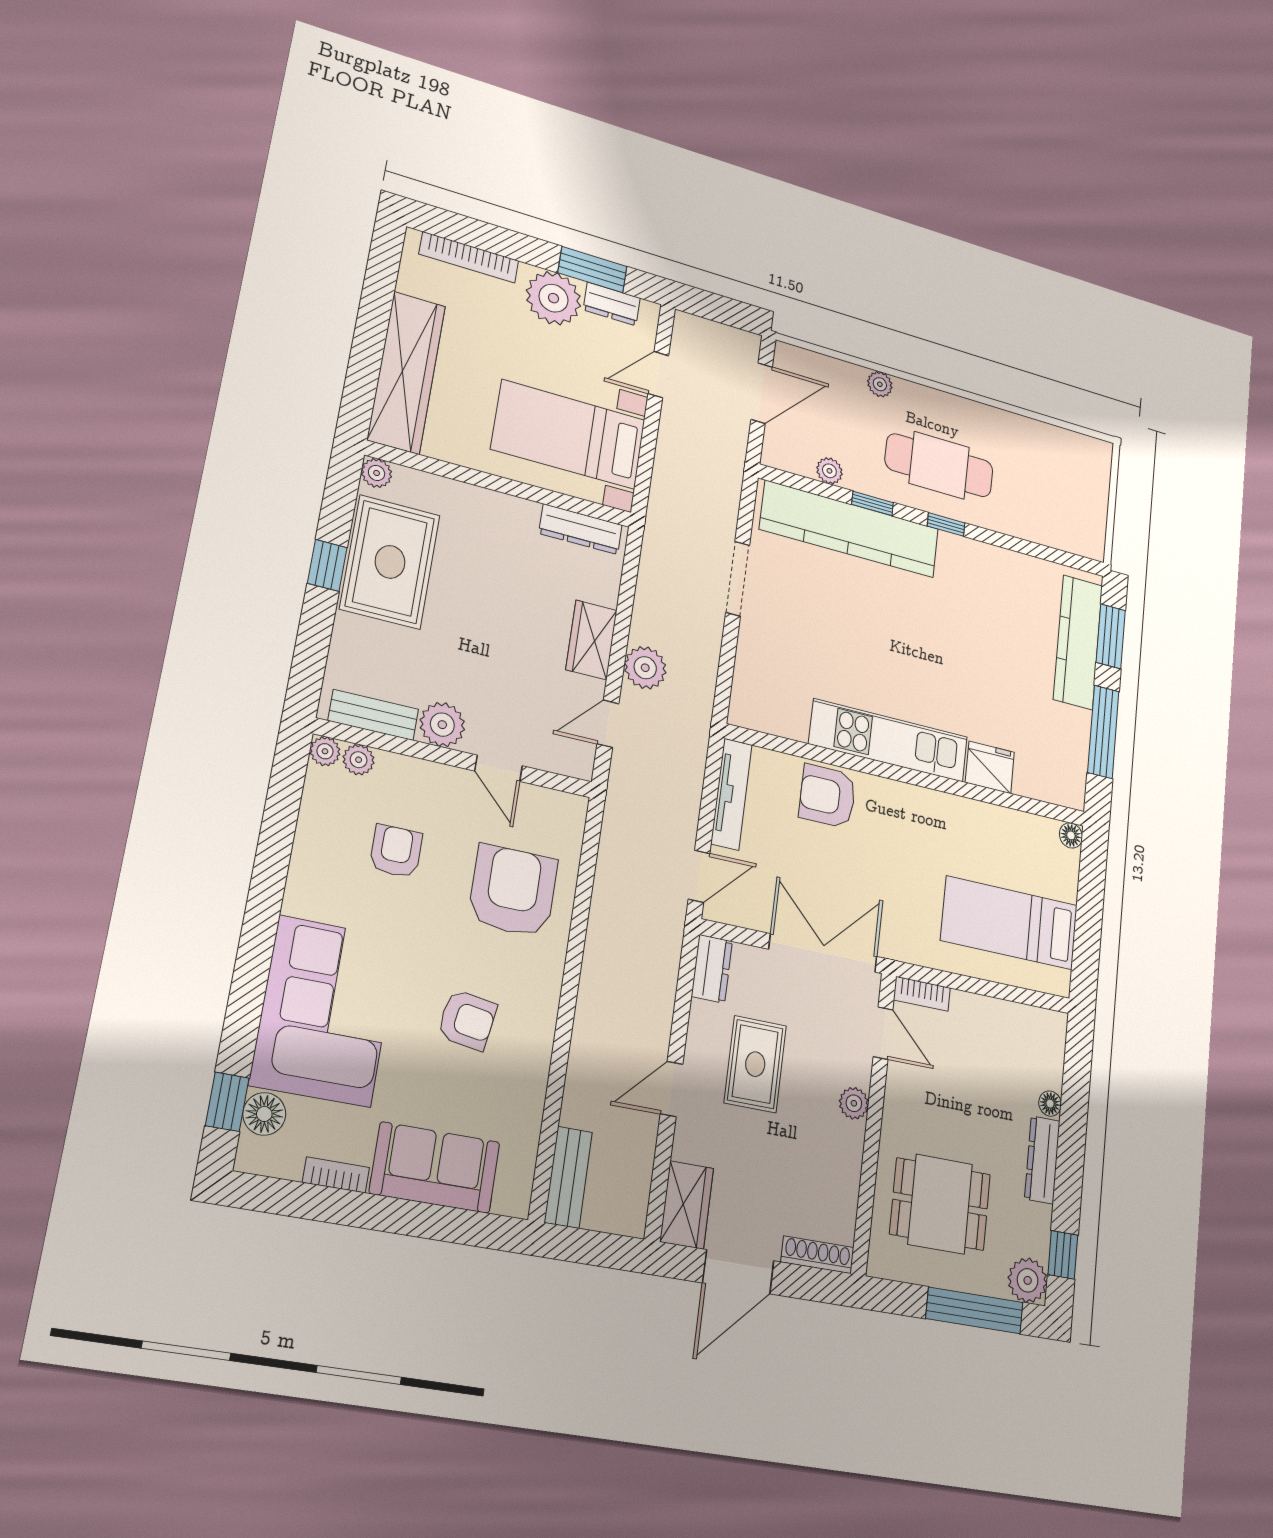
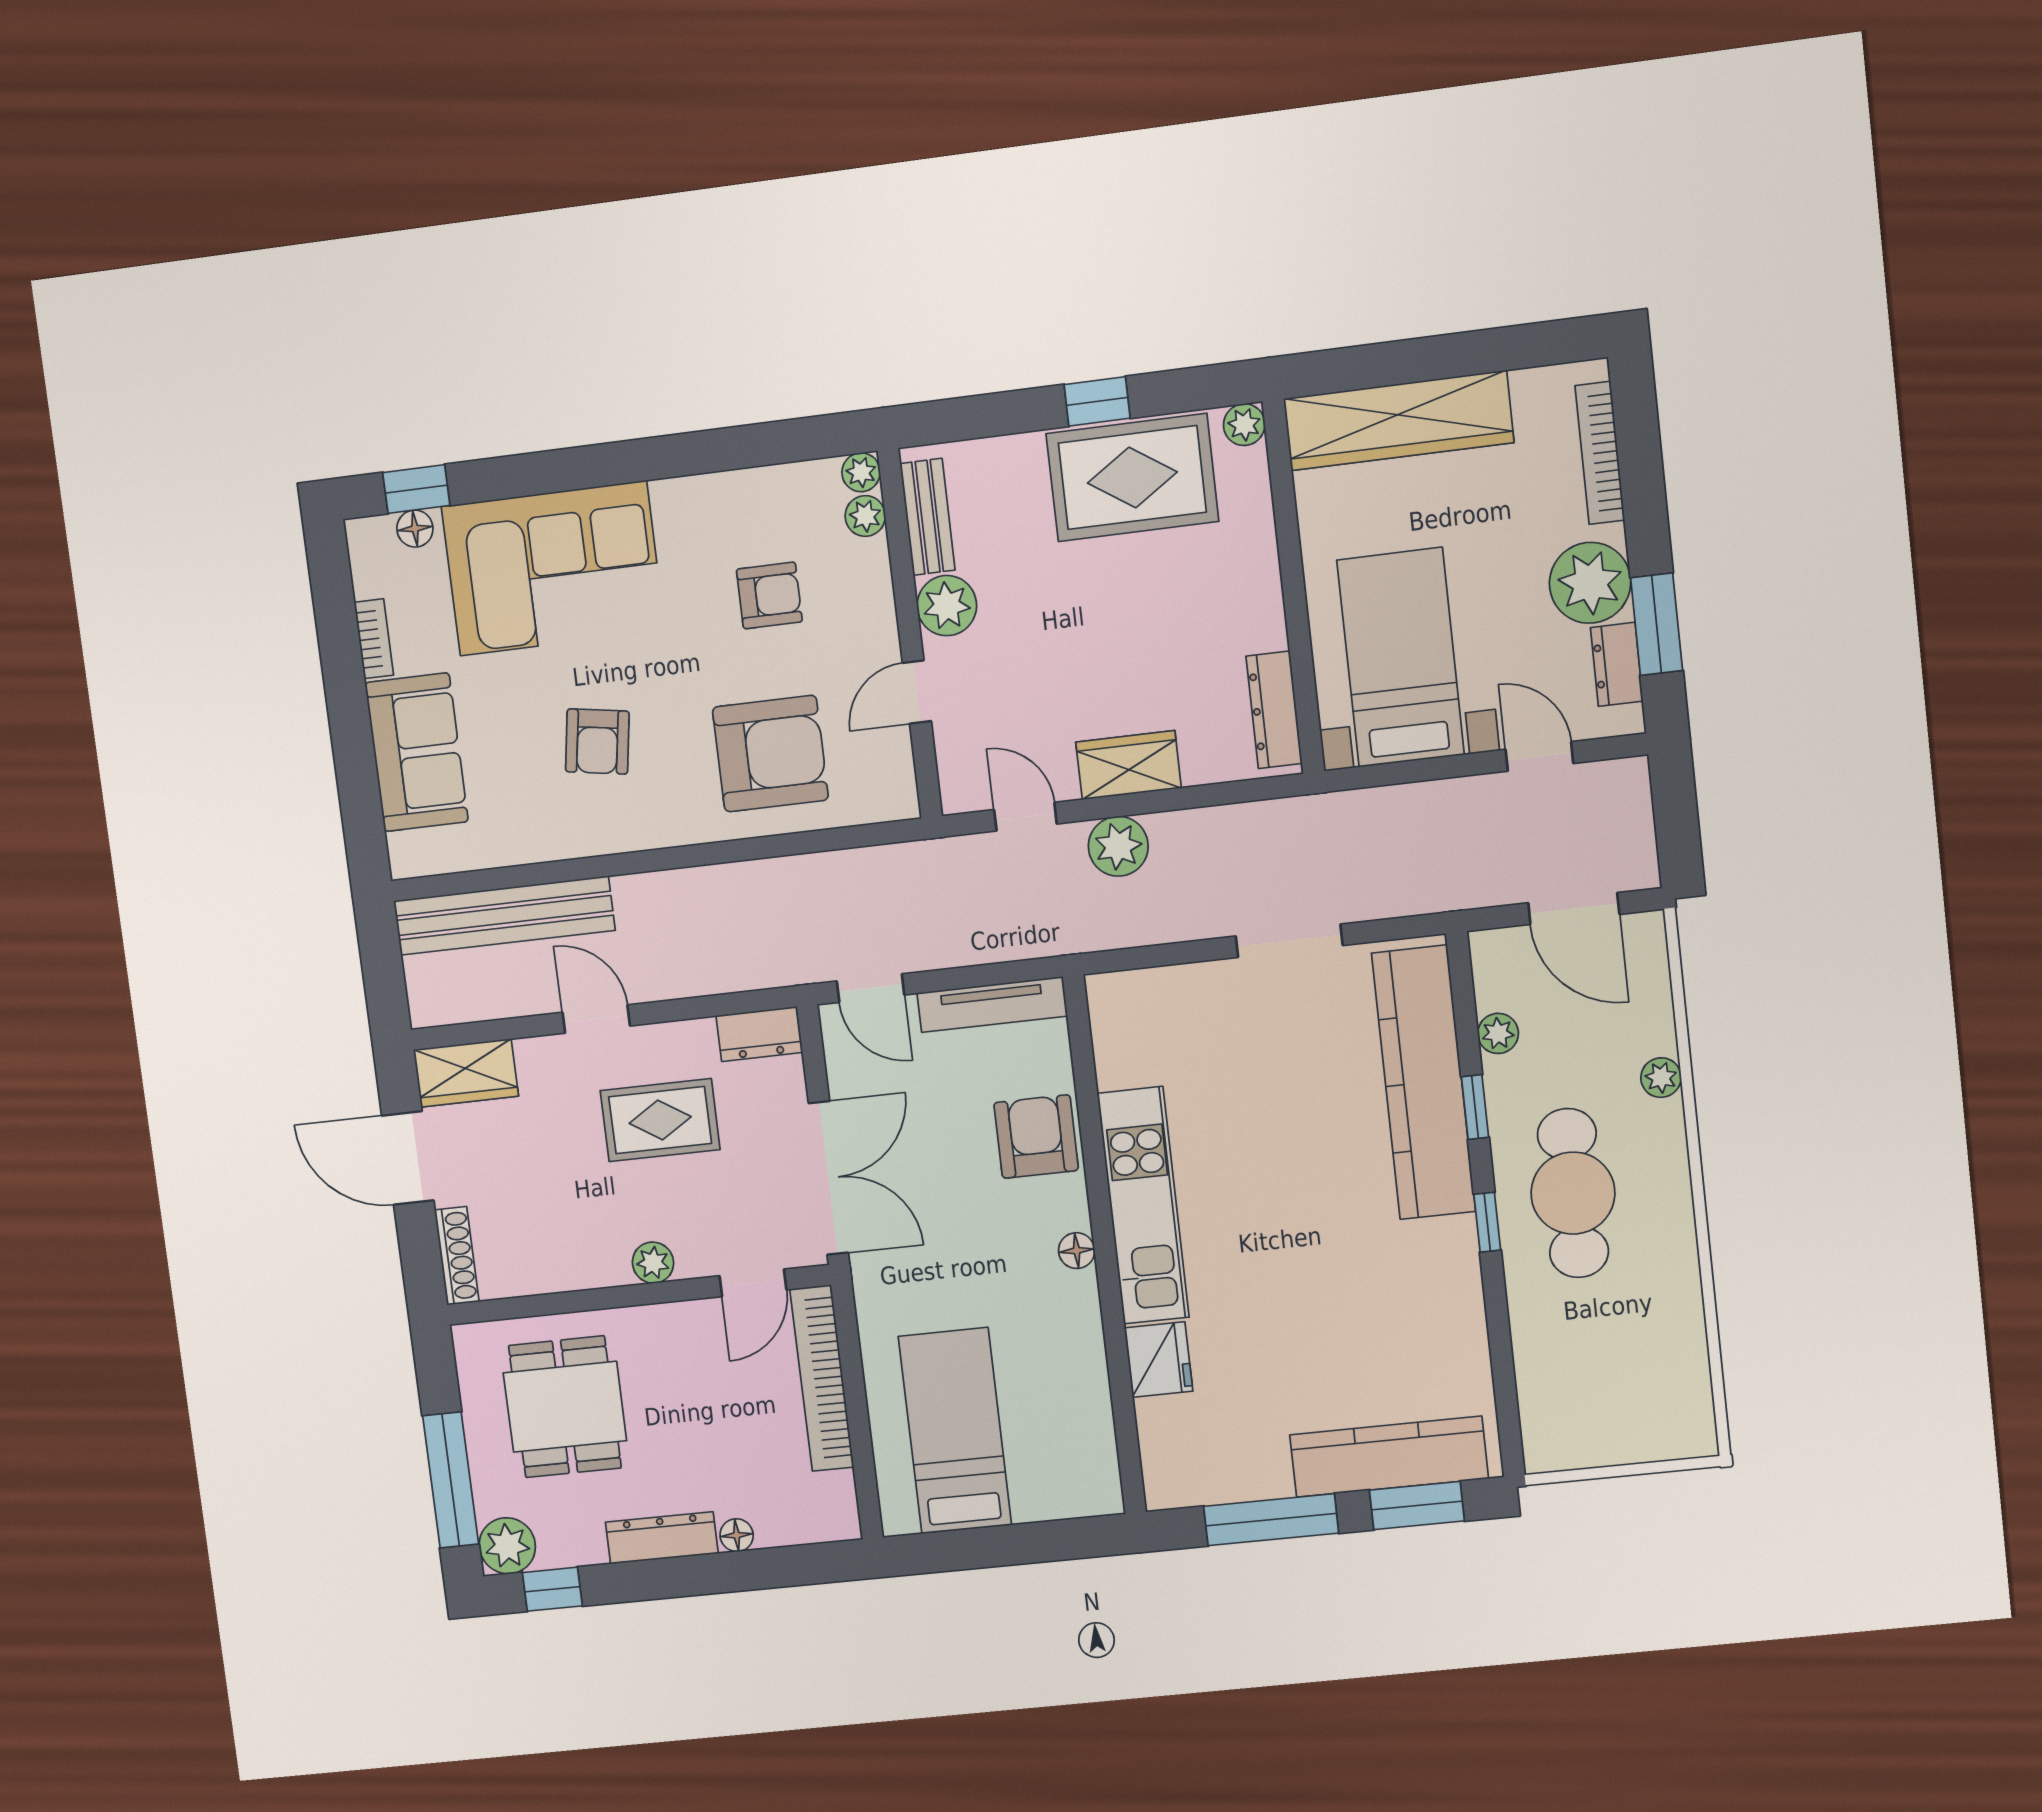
floor lamp: (1071, 835) -> (1077, 1251), moved
bookcase: (922, 994) -> (822, 1378), width x2.31, depth x1.31
floor lamp: (264, 1114) -> (415, 529), width x0.73, depth x0.73
bench: (568, 1177) -> (504, 916), width x1.86, depth x1.21

